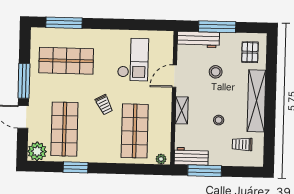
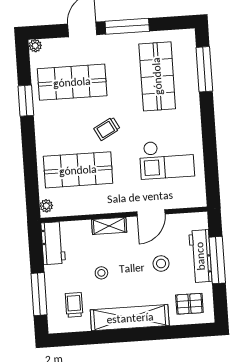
workbench: (198, 39) -> (200, 256), moved
door: (175, 76) -> (151, 213), swing flipped
plant: (37, 151) -> (35, 46), width x0.53, depth x0.53
window: (205, 171) -> (39, 294), moved

